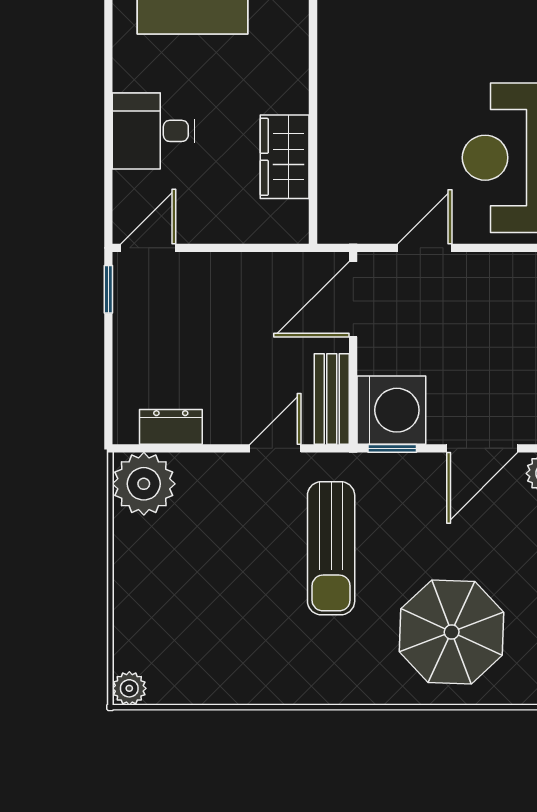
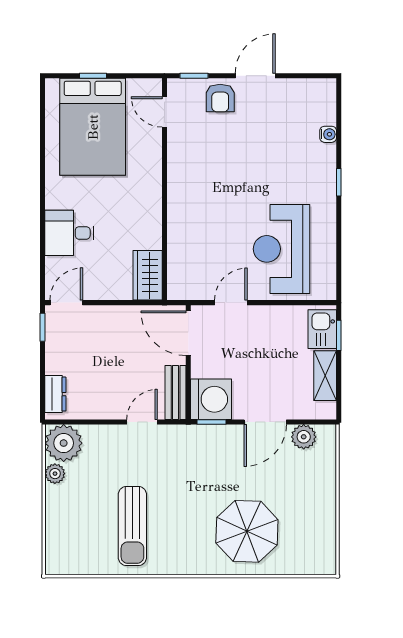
wardrobe: (285, 157) -> (148, 275), moved
door: (353, 299) -> (188, 333), hinge flipped
dresser: (171, 427) -> (55, 394), moved, turned 90
sun lounger: (331, 548) -> (132, 526), moved
plant: (129, 688) -> (55, 474), moved

